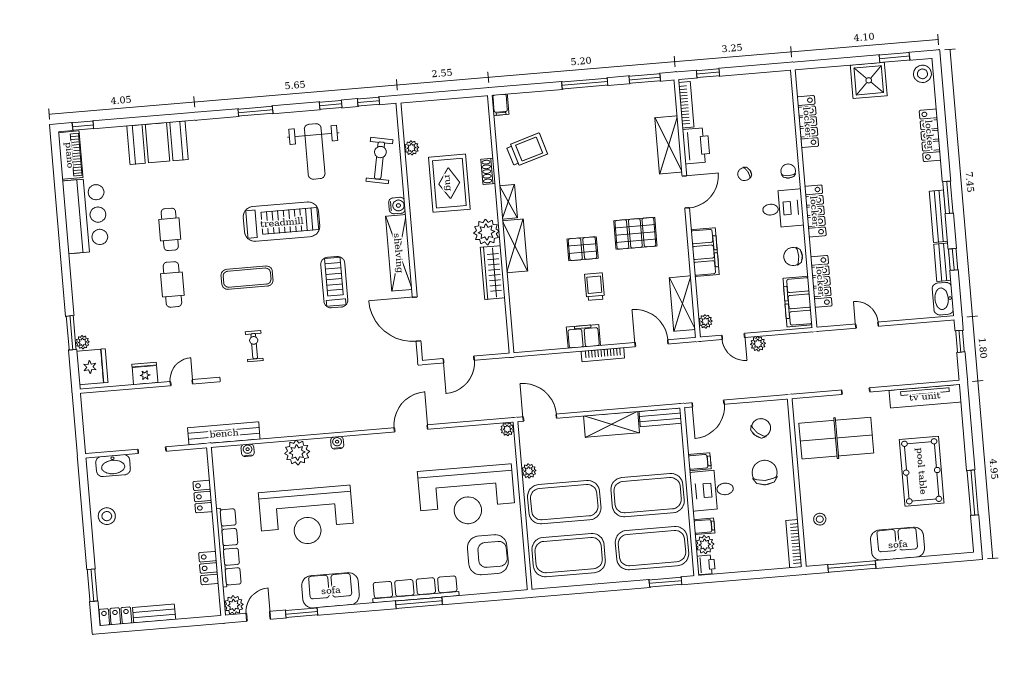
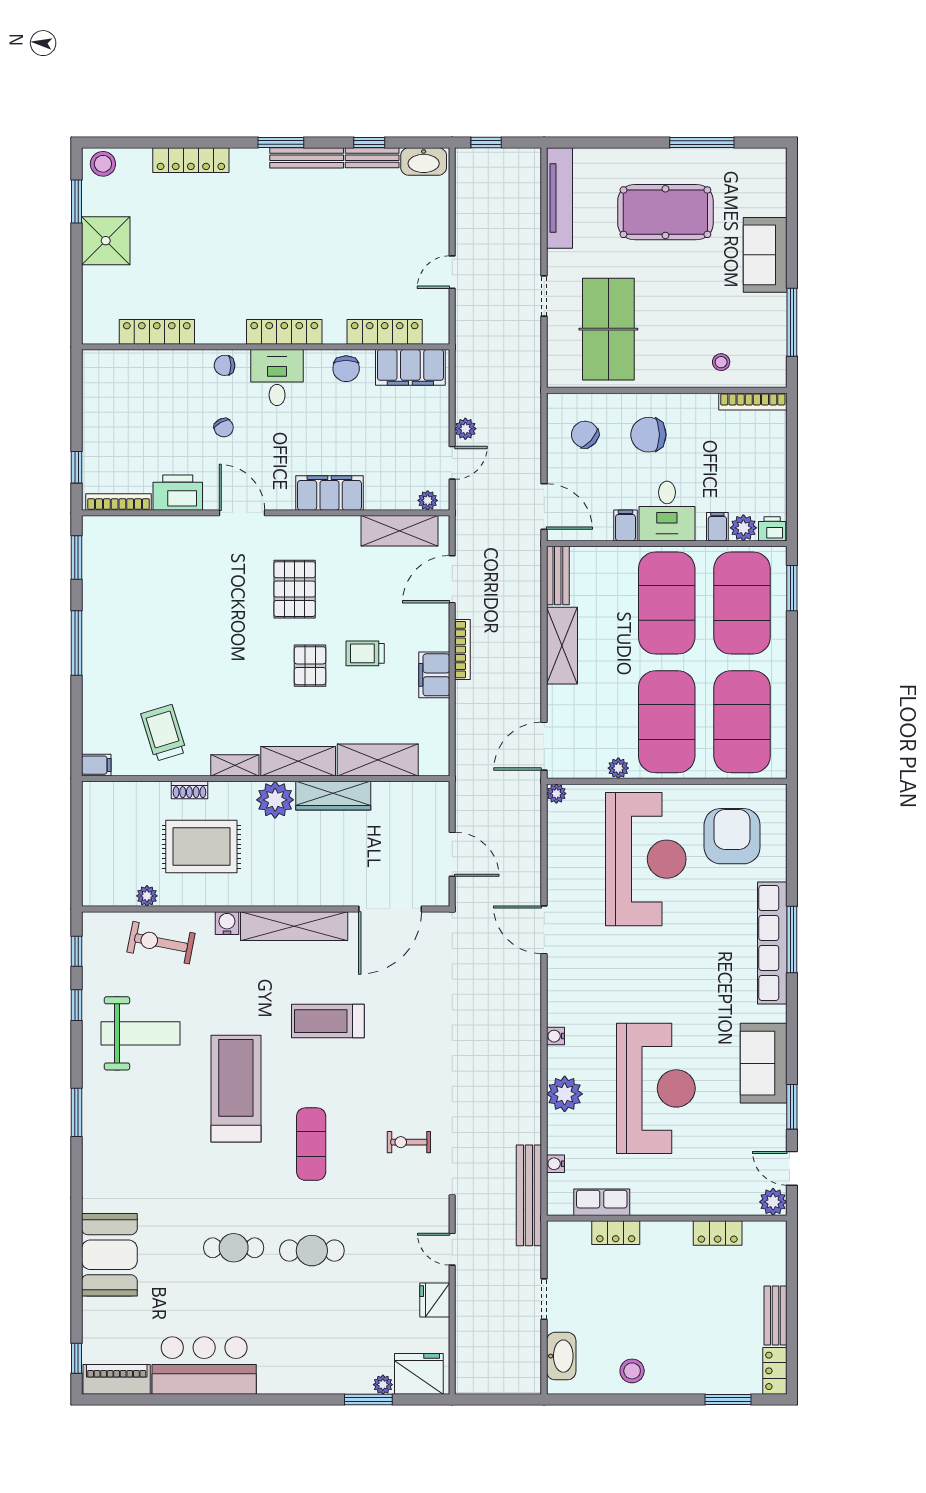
shelving: (669, 145) -> (378, 760), moved
row of seats: (229, 547) -> (602, 1202), moved, width x0.50

